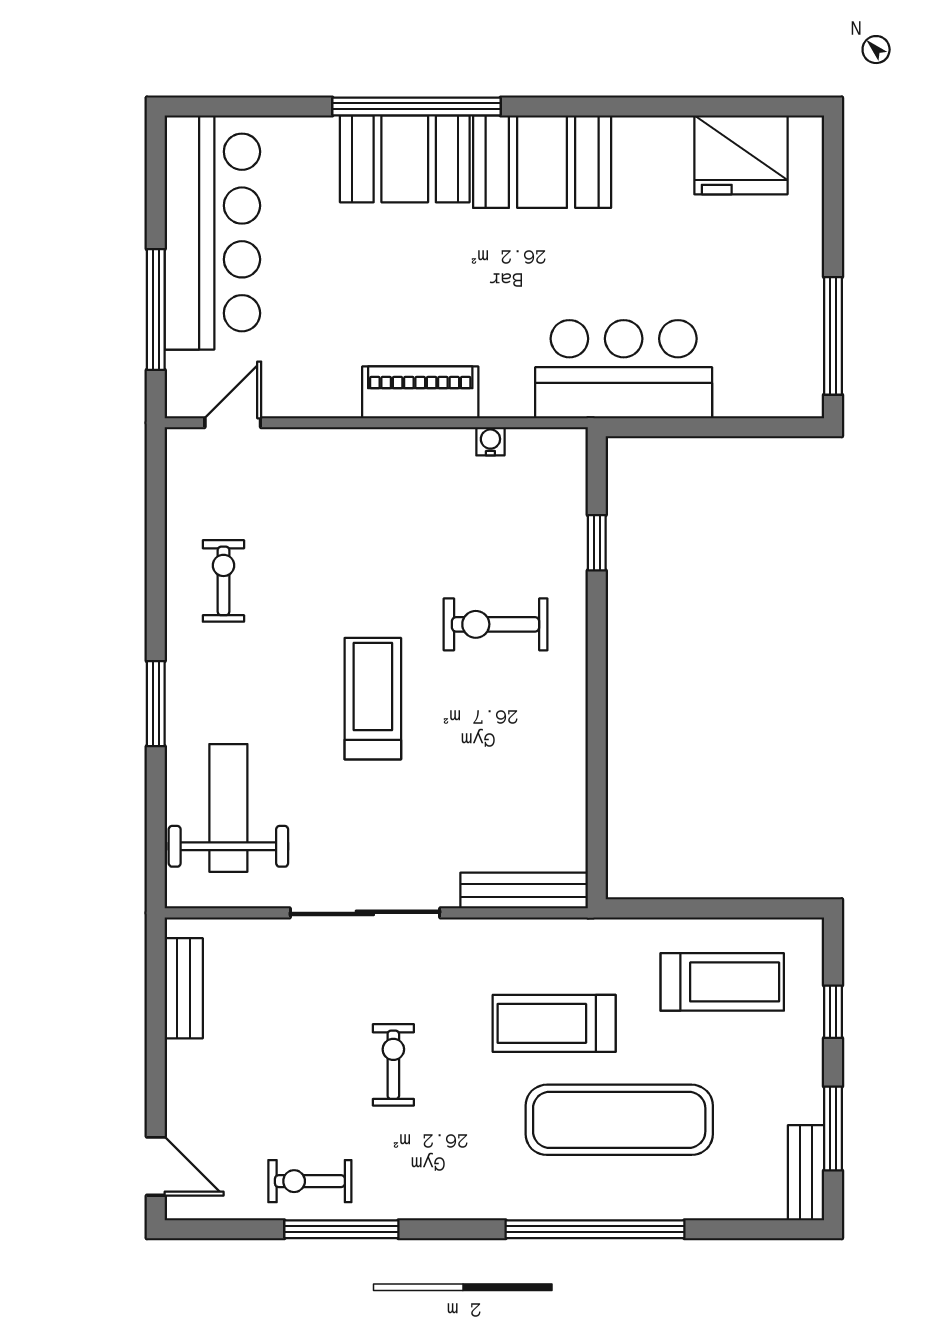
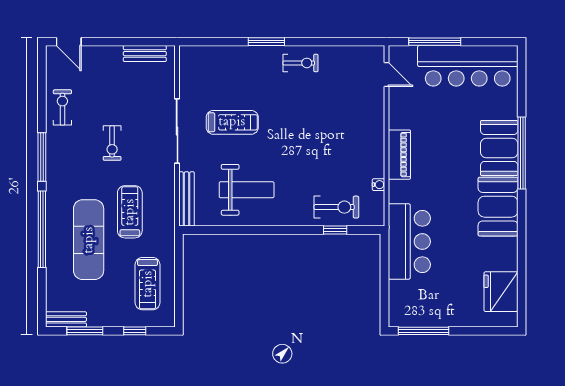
exercise bike: (223, 581) -> (301, 63), moved
exercise bike: (496, 624) -> (336, 207), moved, turned 90
treadmill: (373, 699) -> (232, 122), moved
weight bench: (228, 808) -> (247, 190), moved
exercise bike: (393, 1065) -> (112, 143), turned 90
door: (156, 1166) -> (69, 42), hinge flipped
window: (341, 1229) -> (42, 157), moved

